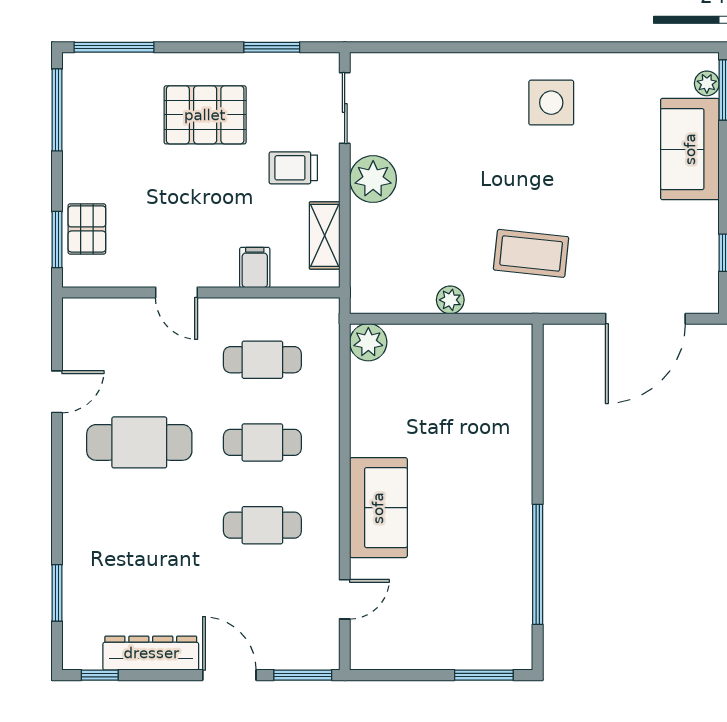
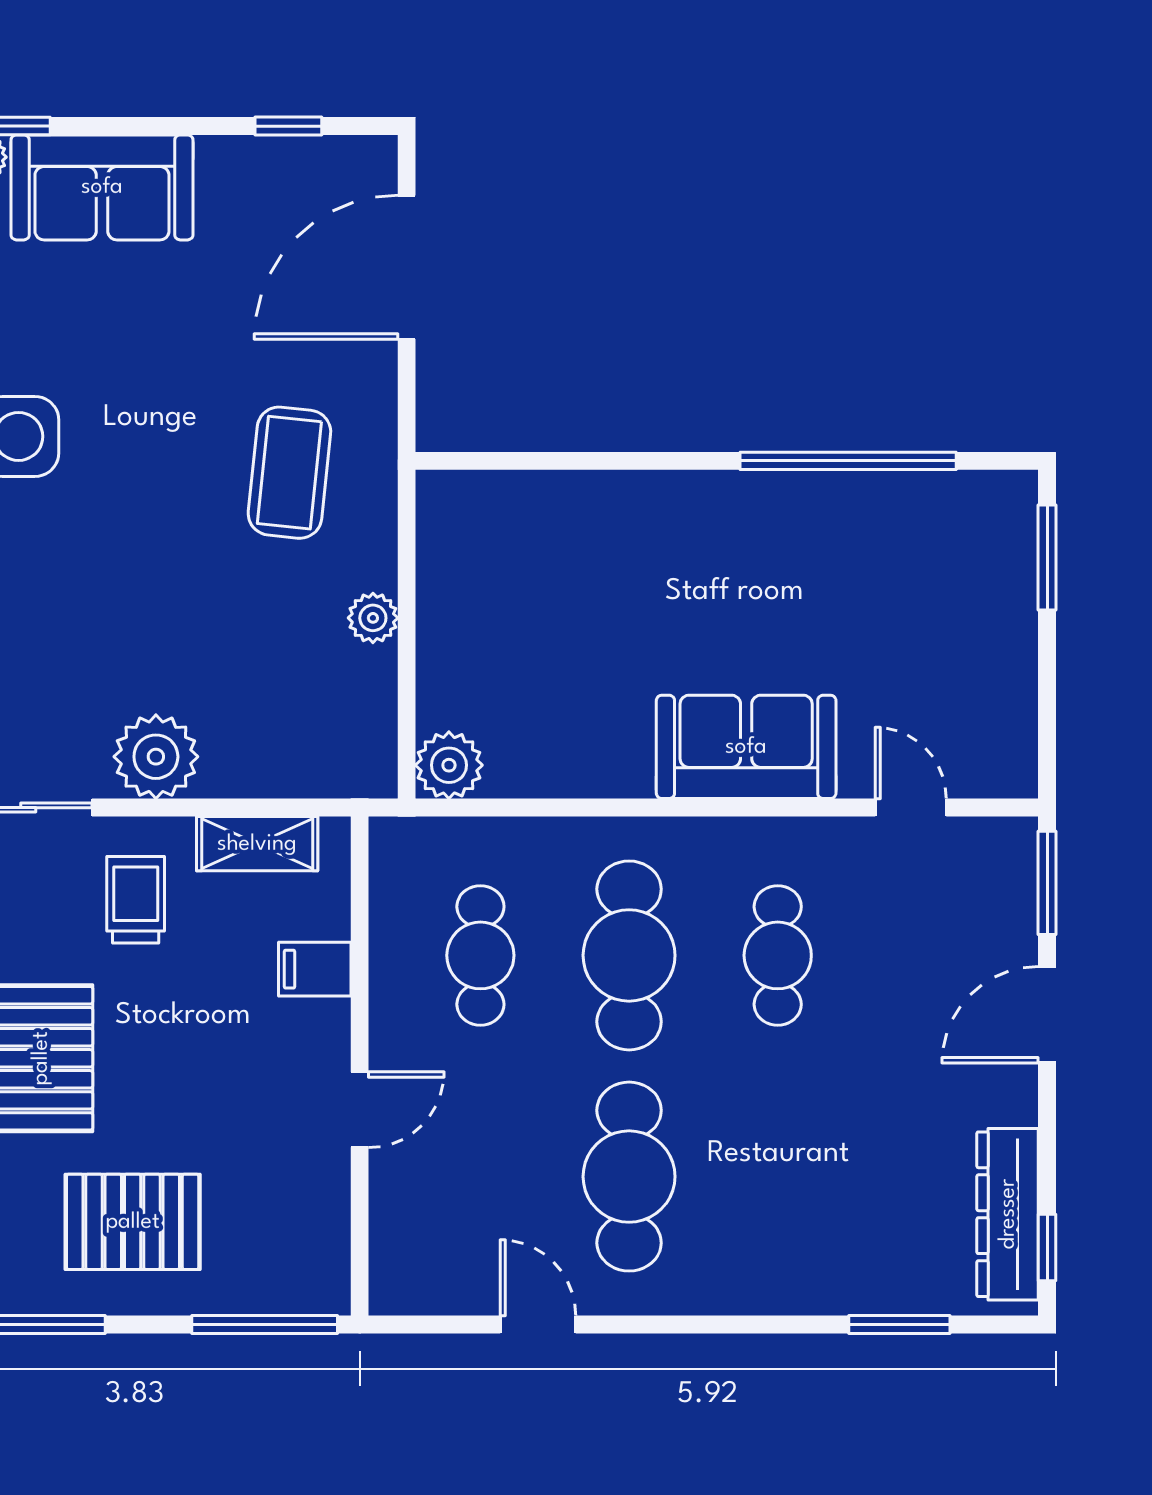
trolley: (293, 168) -> (136, 900), turned 180
pallet: (87, 229) -> (133, 1222), moved, width x1.50, depth x1.42
window: (57, 240) -> (265, 1325), width x1.44
door: (645, 319) -> (407, 267), swing flipped
cafe table: (262, 442) -> (629, 955), width x1.37, depth x1.35
dresser: (151, 653) -> (1008, 1214), moved

